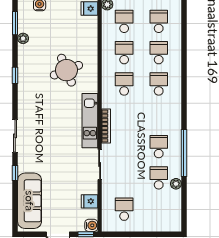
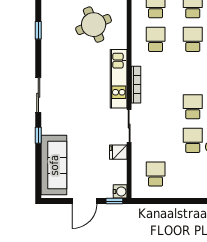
fridge: (89, 201) -> (118, 152), moved

